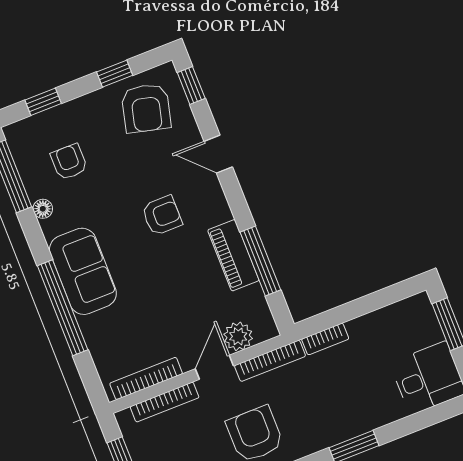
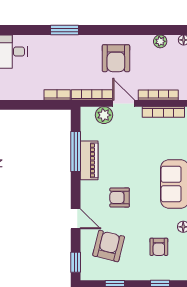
armchair: (146, 108) -> (109, 246), moved
door: (214, 367) -> (124, 103), swing flipped

